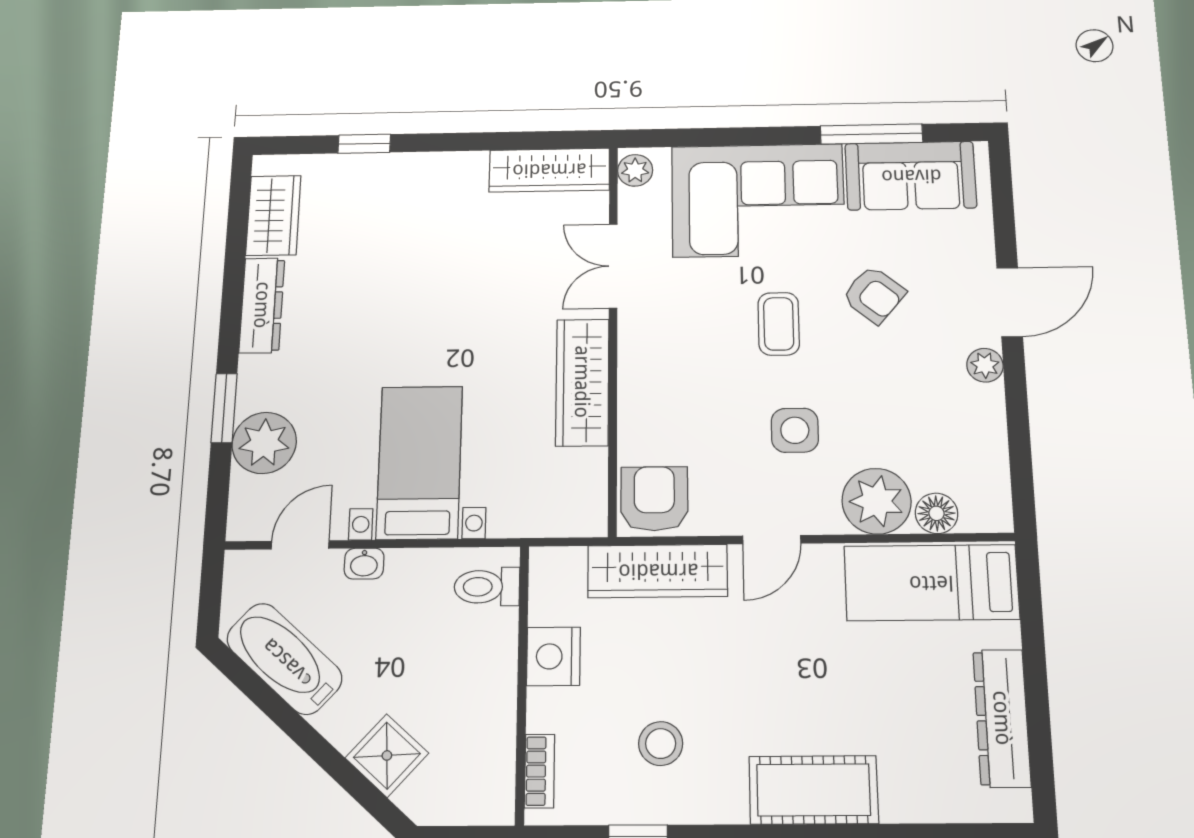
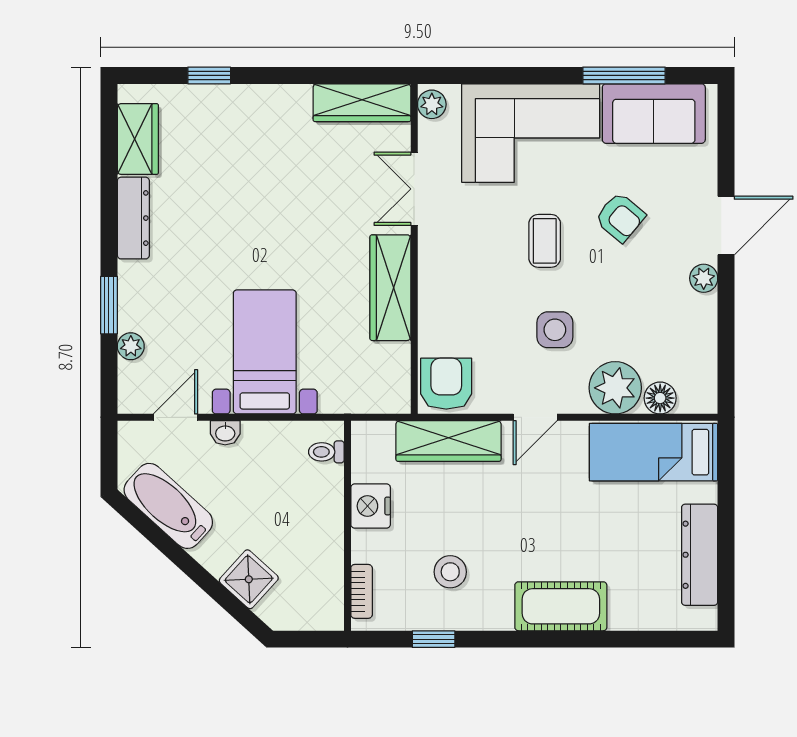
plant: (264, 443) -> (131, 346), width x0.53, depth x0.53
toilet: (487, 587) -> (326, 452), width x0.73, depth x0.72

